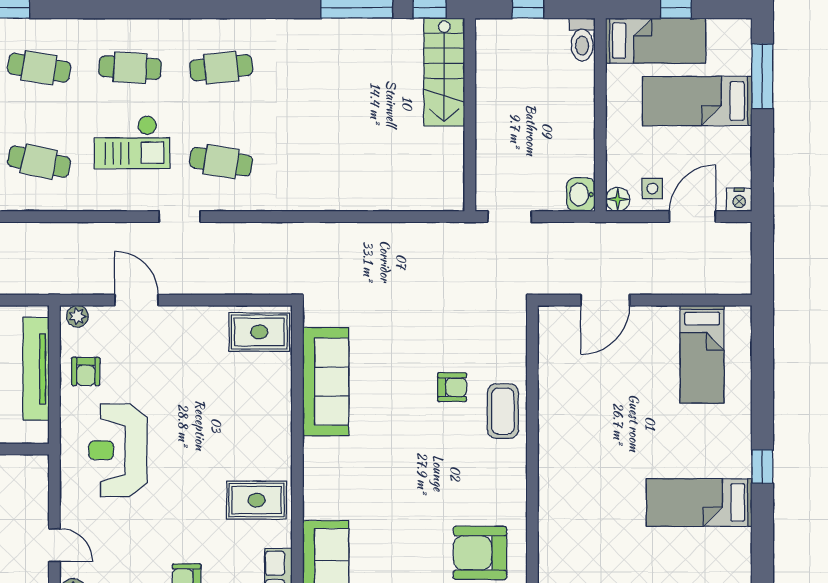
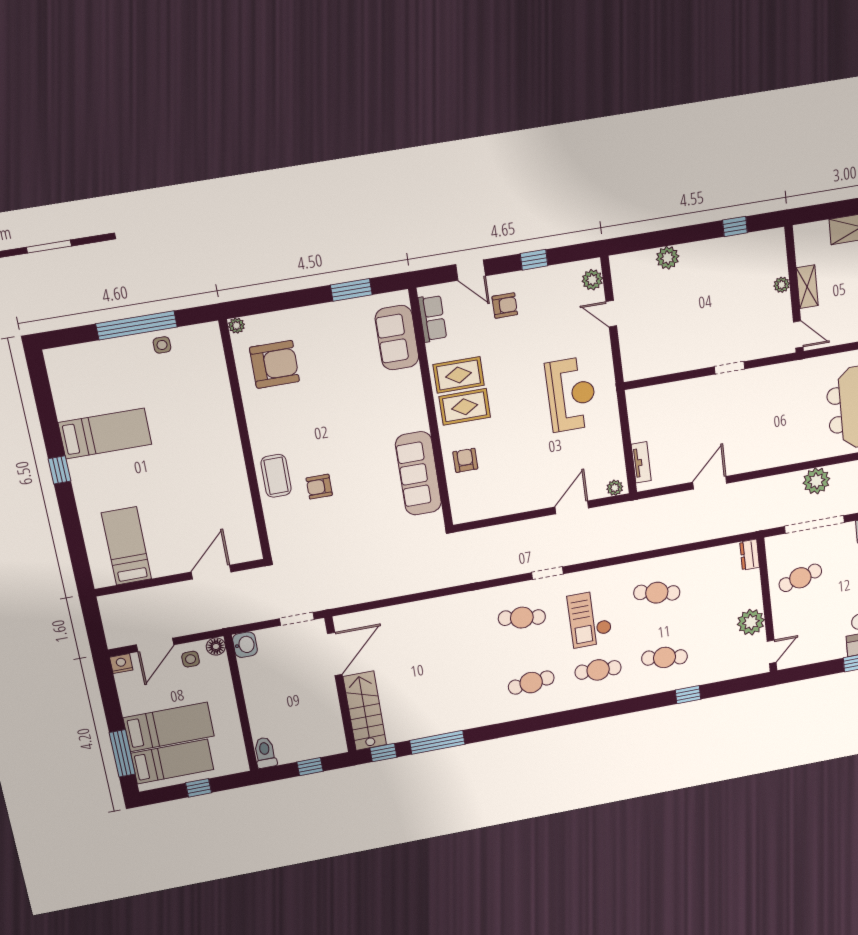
bed: (656, 41) -> (172, 761), moved, turned 180
checkout: (132, 142) -> (590, 619), turned -90
door: (470, 159) -> (335, 654), added
door: (136, 300) -> (572, 507), swing flipped
rug: (259, 332) -> (465, 407), moved
tv unit: (36, 369) -> (641, 462), width x0.52, depth x0.78
armchair: (86, 371) -> (465, 460), moved

